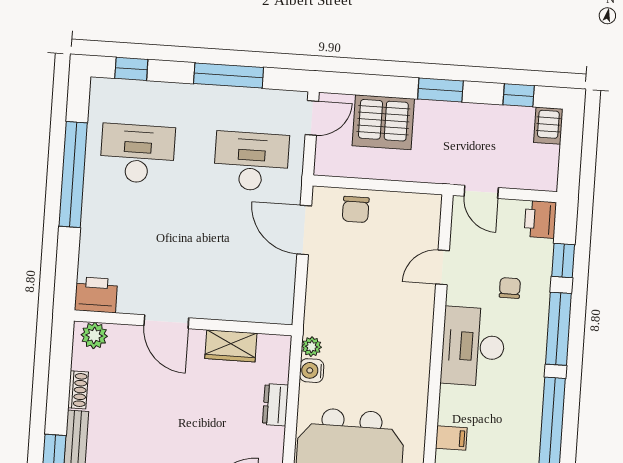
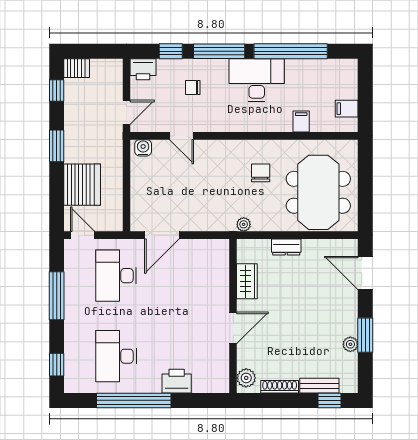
chair: (356, 209) -> (261, 173), moved, turned -90
printer: (96, 295) -> (177, 381), moved, turned 90
desk: (473, 346) -> (257, 80), moved, turned 180
water cooler: (312, 371) -> (143, 148), moved, turned 180
shoe rack: (78, 390) -> (280, 387), width x1.43

